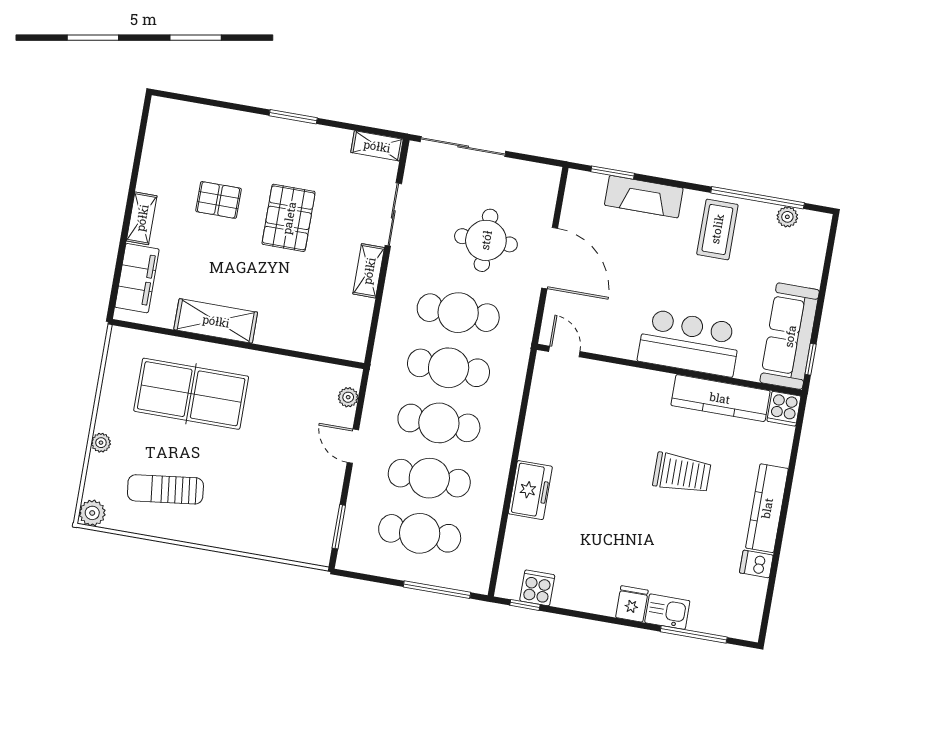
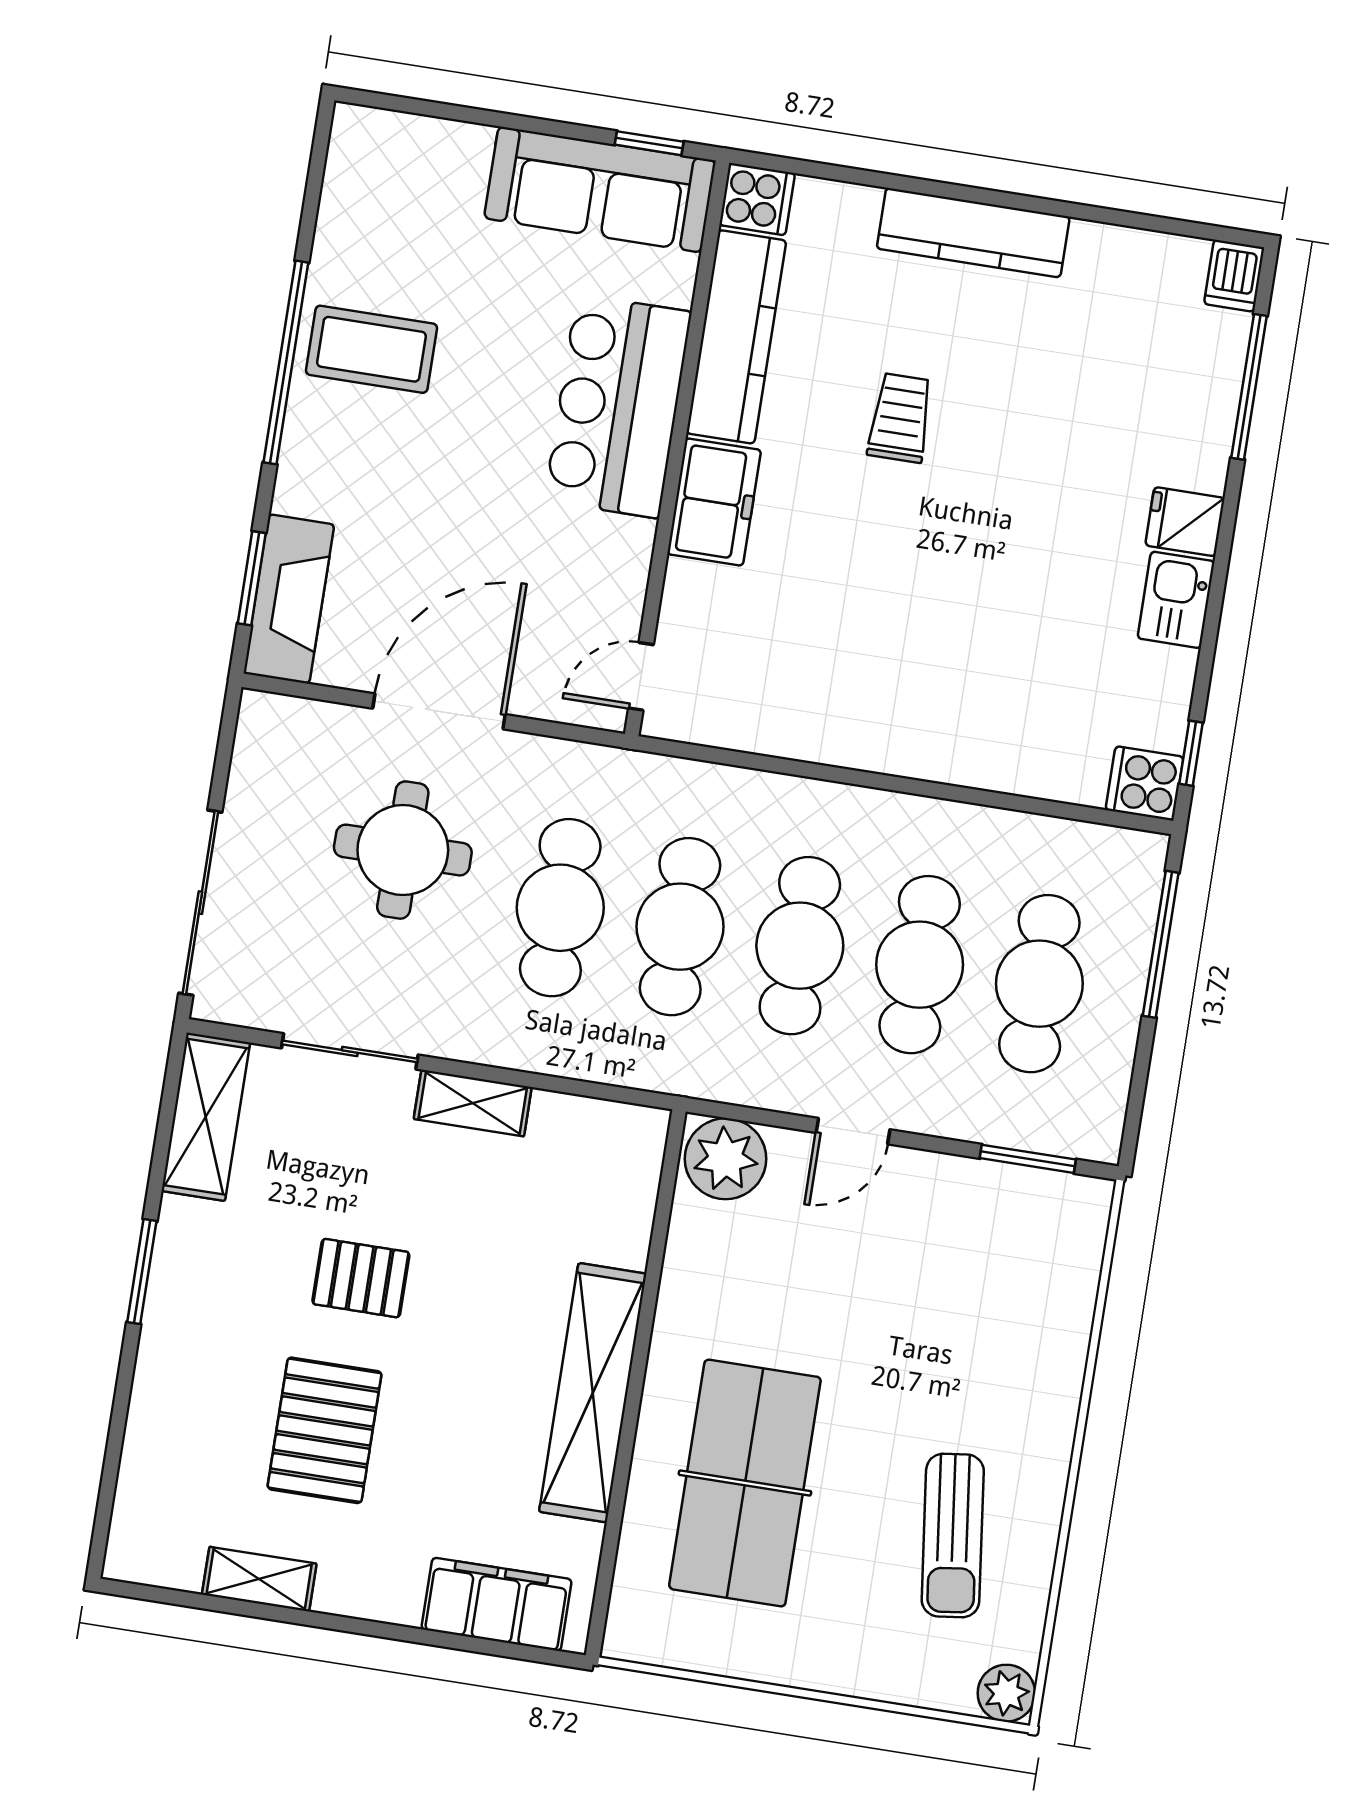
shelving: (377, 146) -> (206, 1117), width x1.50, depth x1.33
fireplace: (644, 197) -> (289, 599), moved
window: (758, 198) -> (286, 362), moved
pallet: (219, 200) -> (325, 1430), width x1.50, depth x1.42
plant: (787, 217) -> (342, 198), removed
shelving: (142, 218) -> (259, 1579), moved
pallet: (289, 218) -> (361, 1278), width x0.67, depth x0.71
shelving: (216, 321) -> (593, 1393), width x1.47
plant: (348, 397) -> (725, 1159), width x1.88, depth x1.88
plant: (101, 443) -> (854, 1677), removed
trolley: (682, 473) -> (900, 418), width x0.73, depth x0.72
freezer: (530, 490) -> (714, 502), moved, turned 90
dishwasher: (756, 564) -> (1234, 276), moved
cooker: (537, 588) -> (1145, 783), moved
kitchen sink: (667, 612) -> (1176, 600), moved

